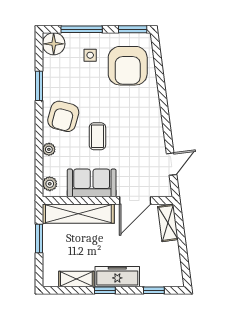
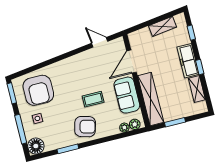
armchair: (128, 66) -> (38, 90), turned 90
plant: (49, 149) -> (124, 128), moved
door: (135, 200) -> (131, 62), swing flipped
shelving: (168, 223) -> (163, 26), moved

